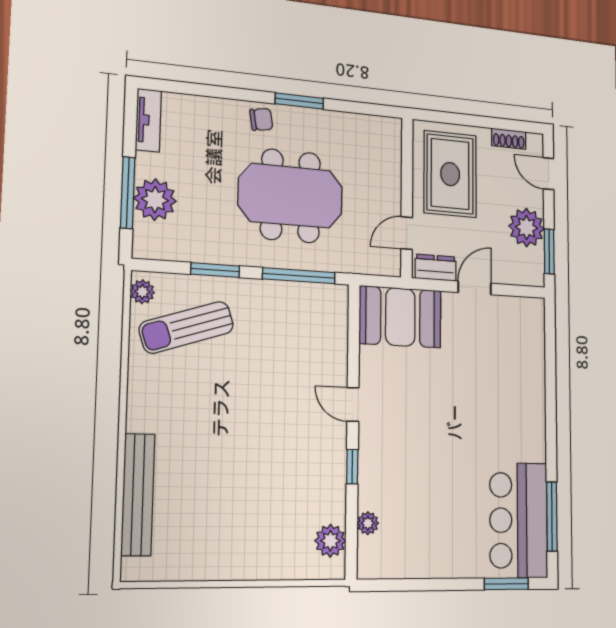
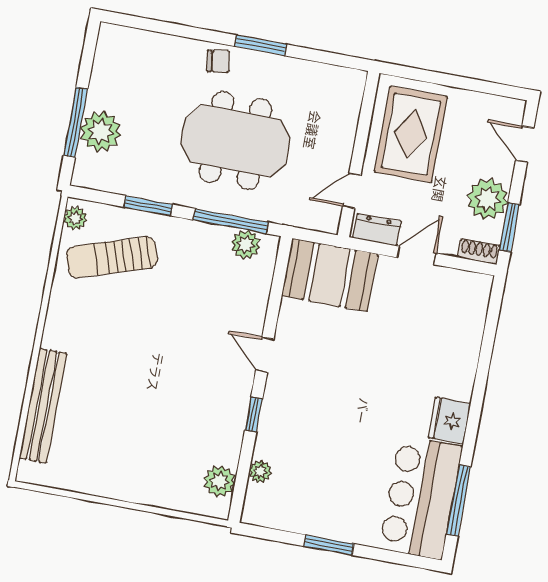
tv unit: (148, 120) -> (106, 53), removed
shoe rack: (509, 139) -> (479, 252), moved, turned 180
plant: (317, 297) -> (246, 244), added
fridge: (531, 441) -> (450, 421), added
window: (506, 584) -> (329, 545), moved

